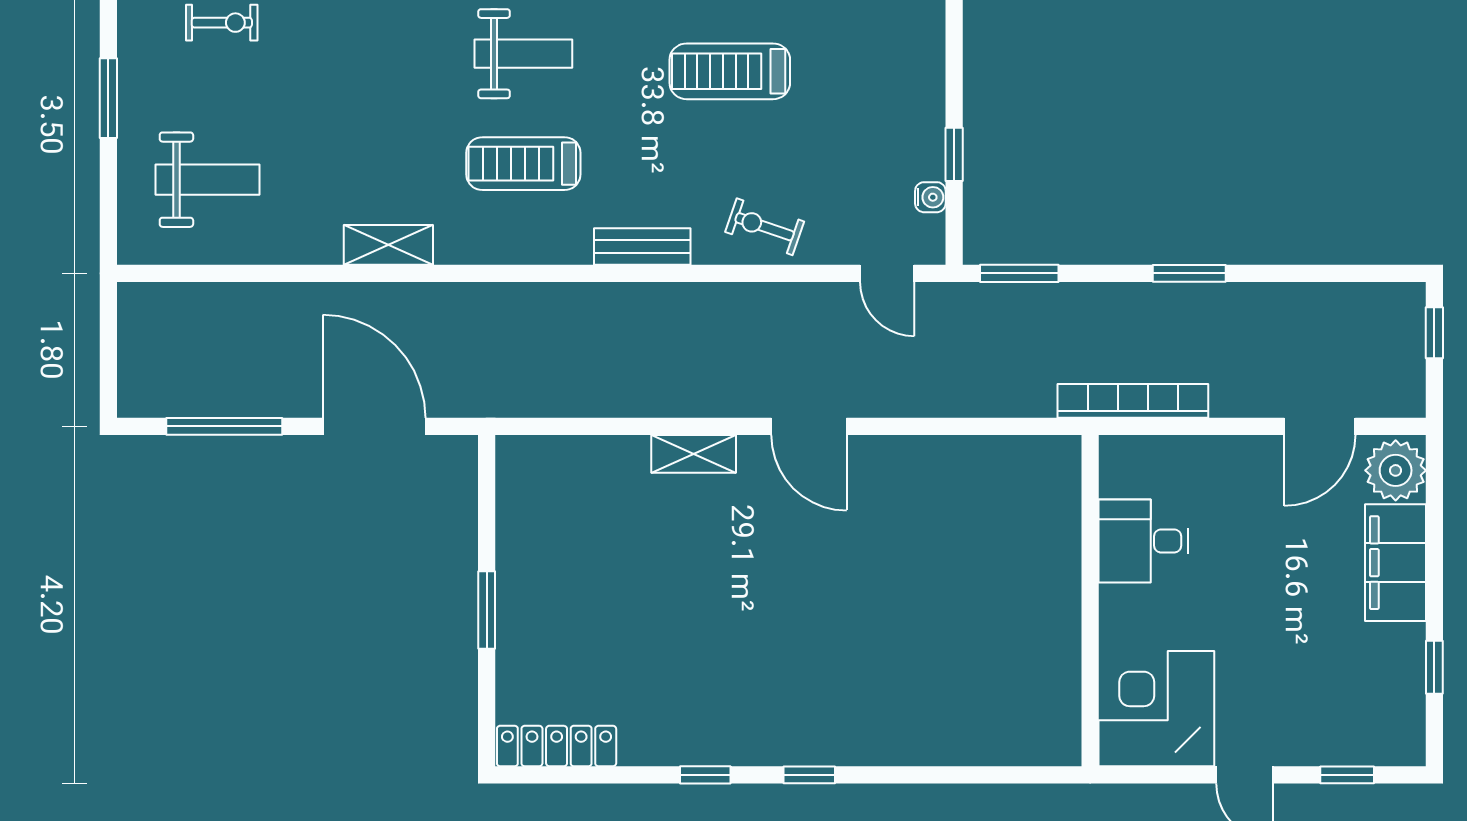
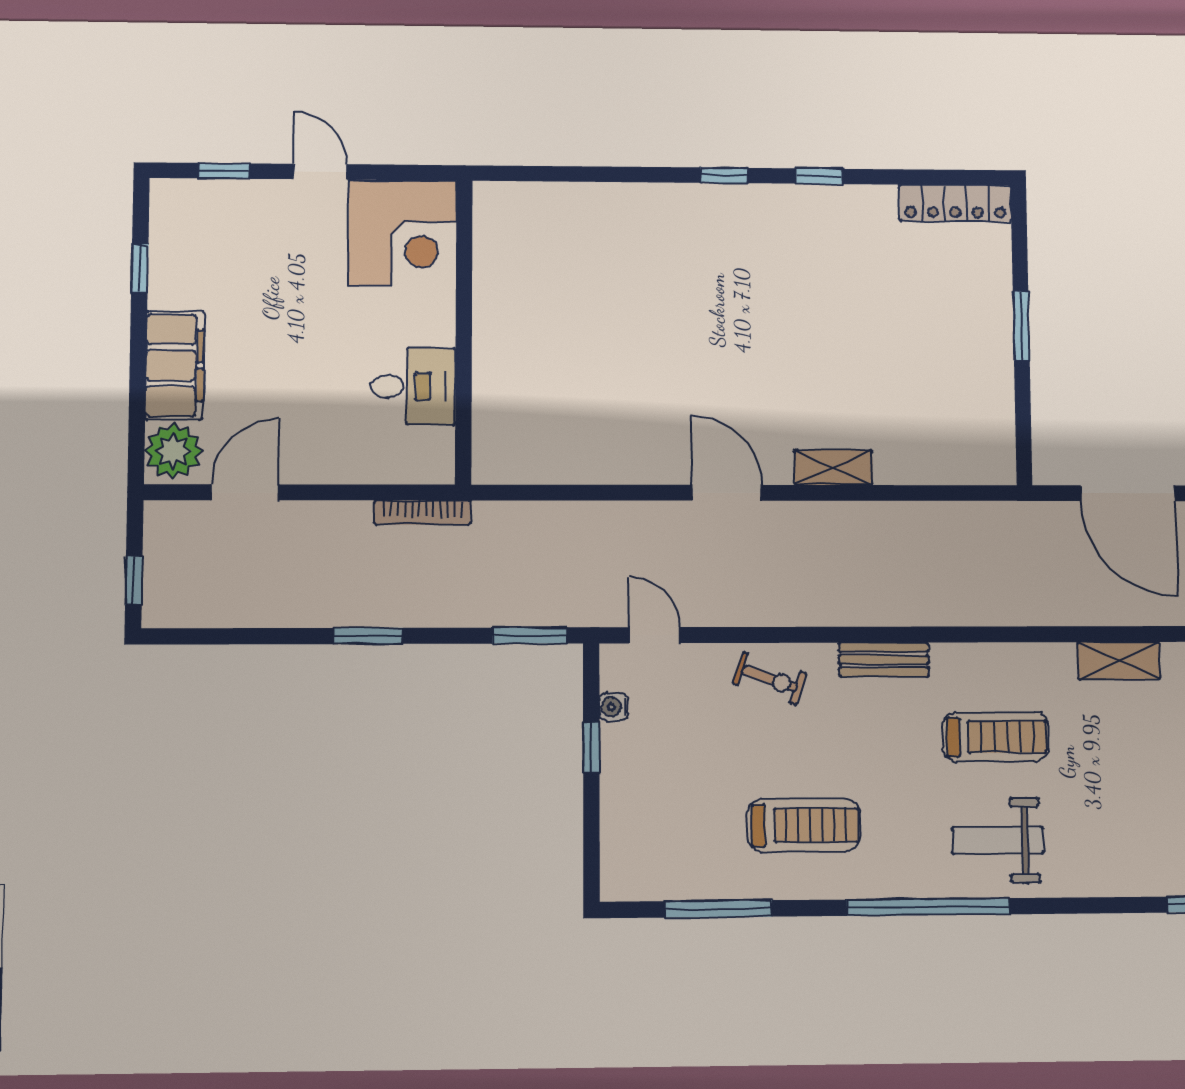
bookcase: (1133, 401) -> (423, 512), width x0.68, depth x0.76

